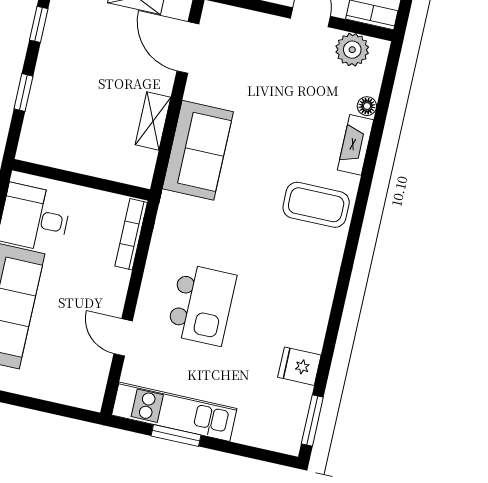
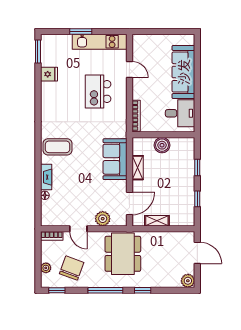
door: (188, 48) -> (129, 203), hinge flipped
plant: (352, 50) -> (103, 219), moved
boiler: (89, 158) -> (162, 145), added
window: (176, 435) -> (81, 32), moved

